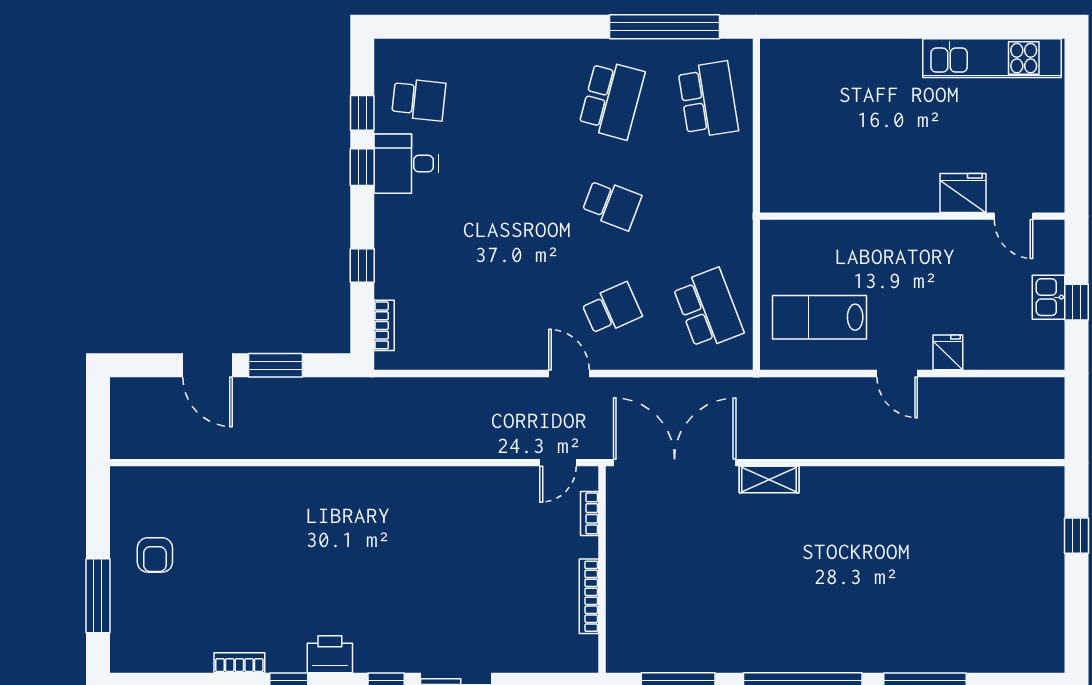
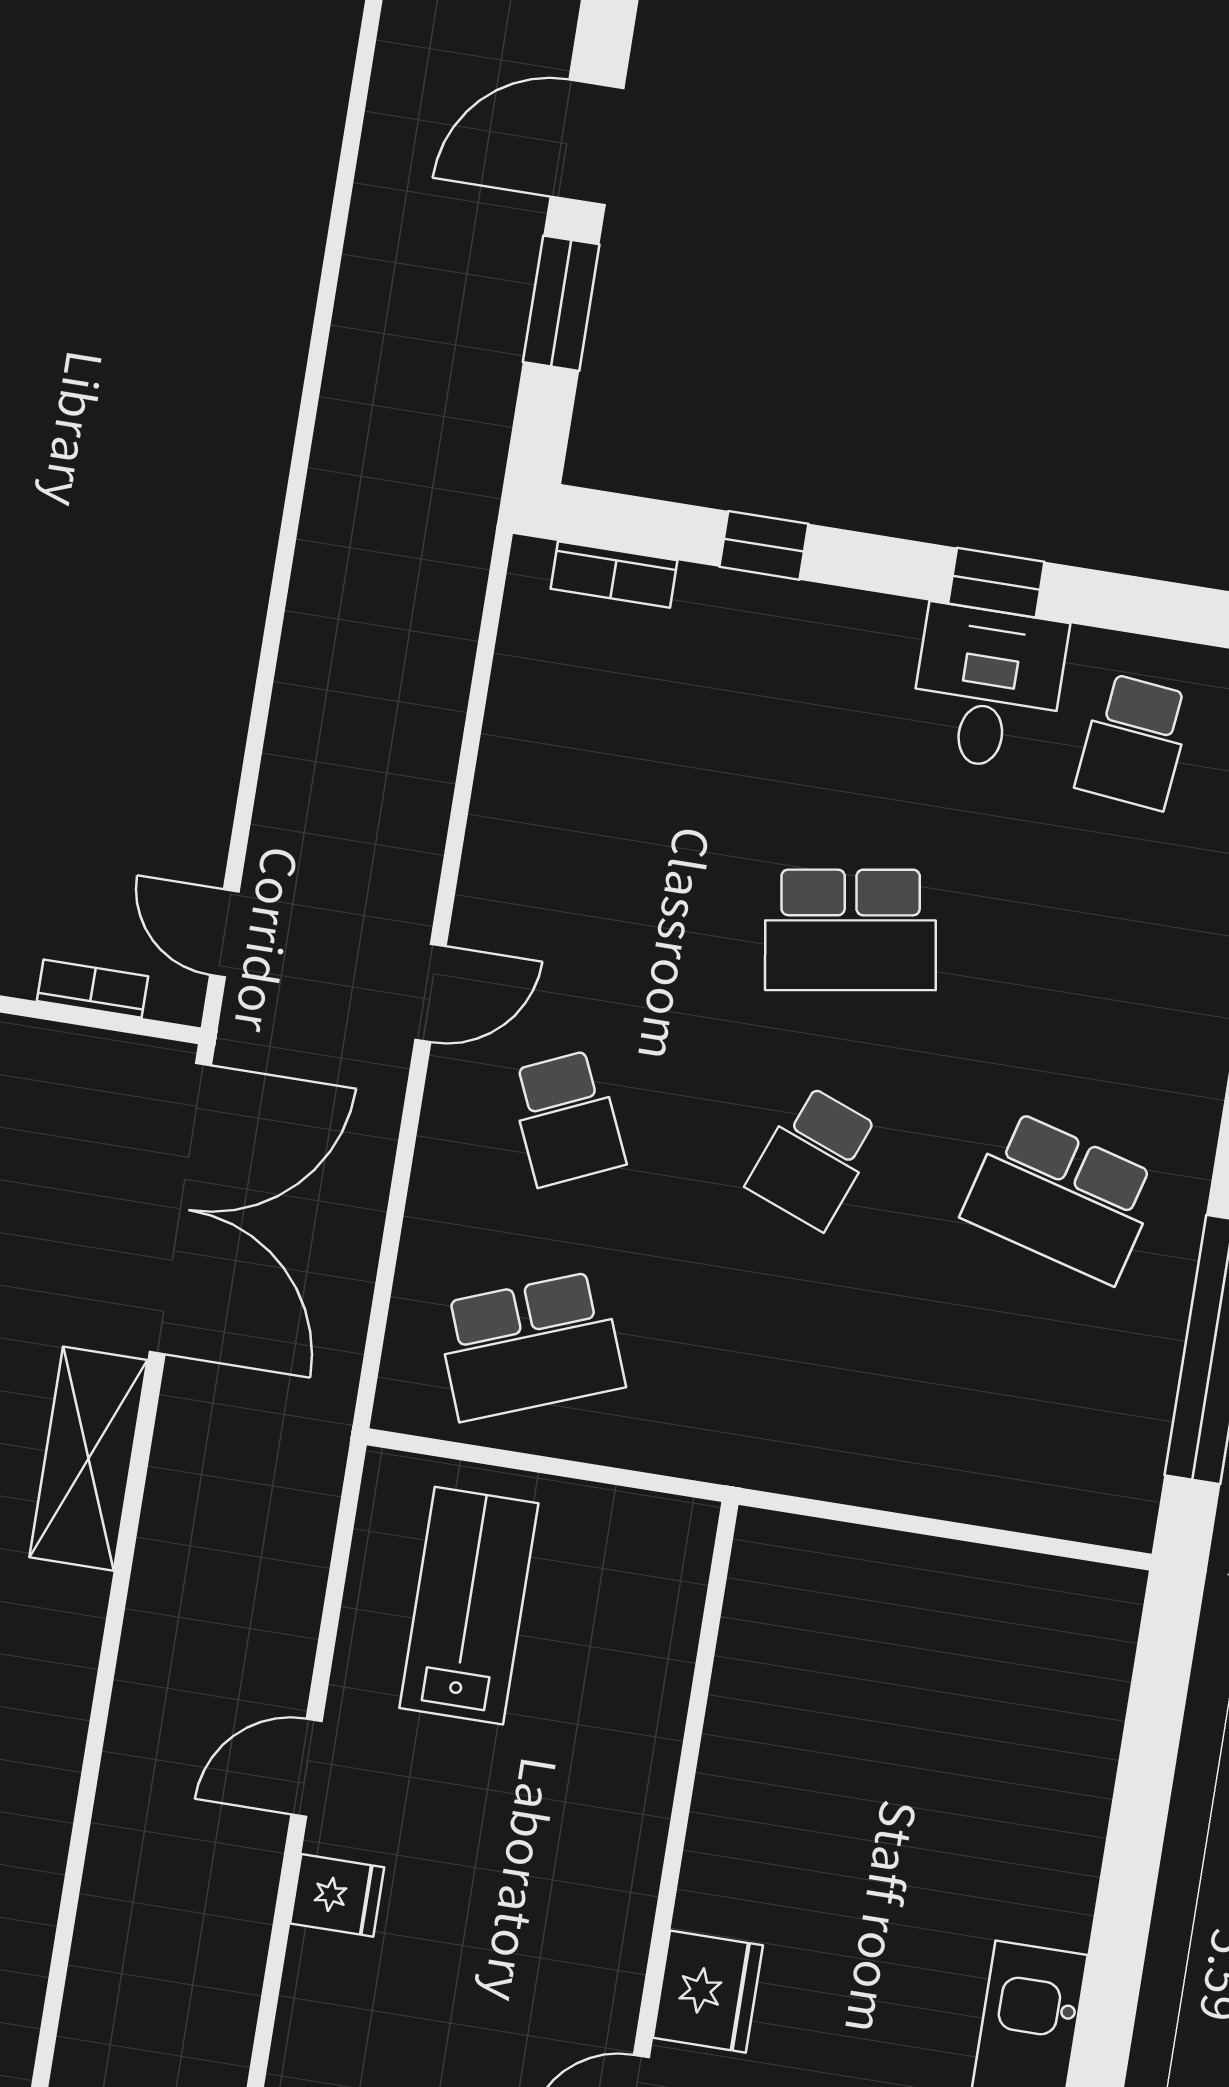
school desk: (708, 100) -> (851, 930), moved
window: (362, 113) -> (1124, 603), removed
shelving: (769, 480) -> (88, 1459), width x1.50, depth x1.33

